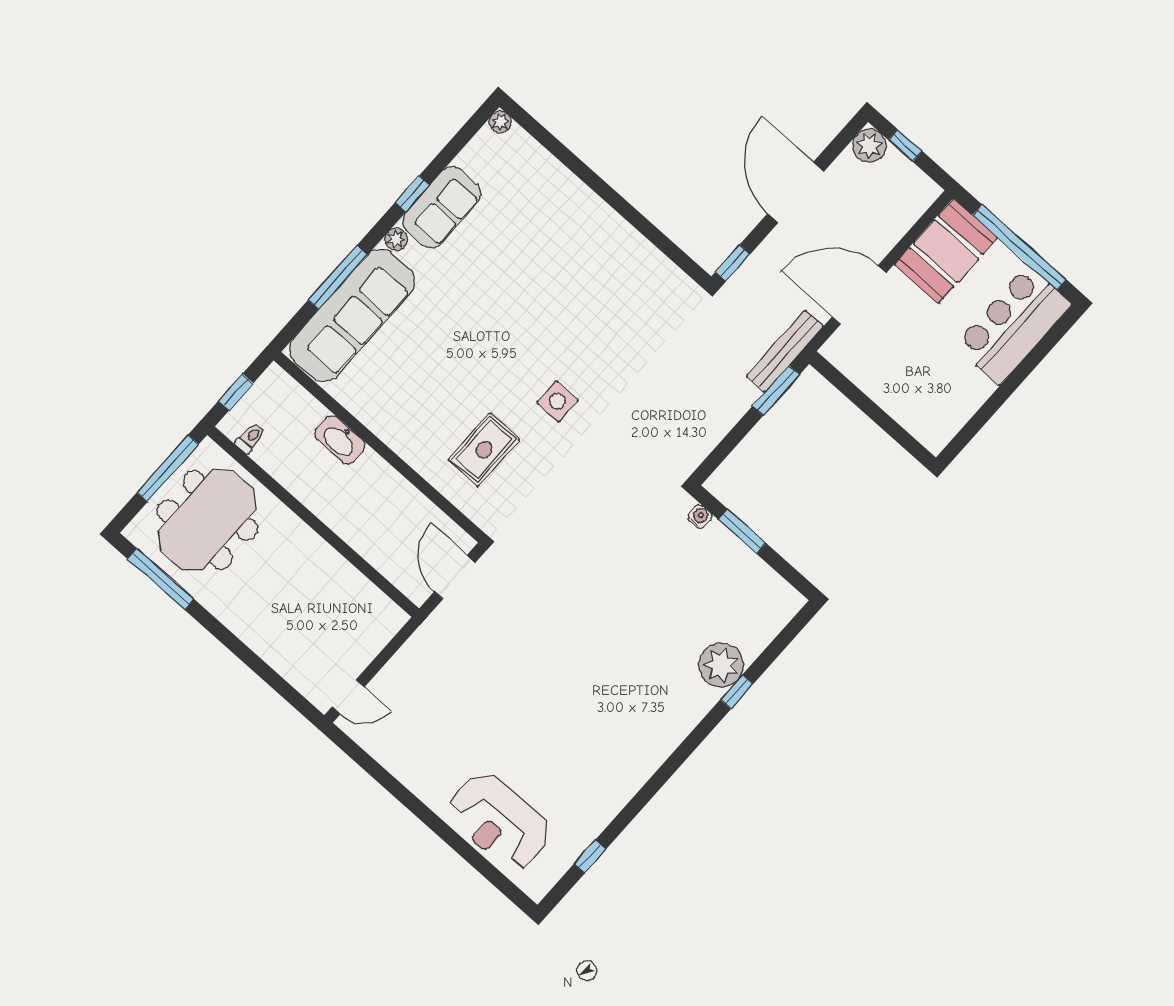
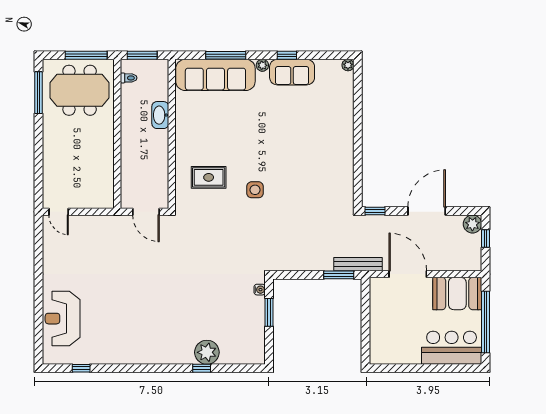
window: (236, 392) -> (142, 55), width x1.50
door: (455, 577) -> (146, 212), swing flipped

